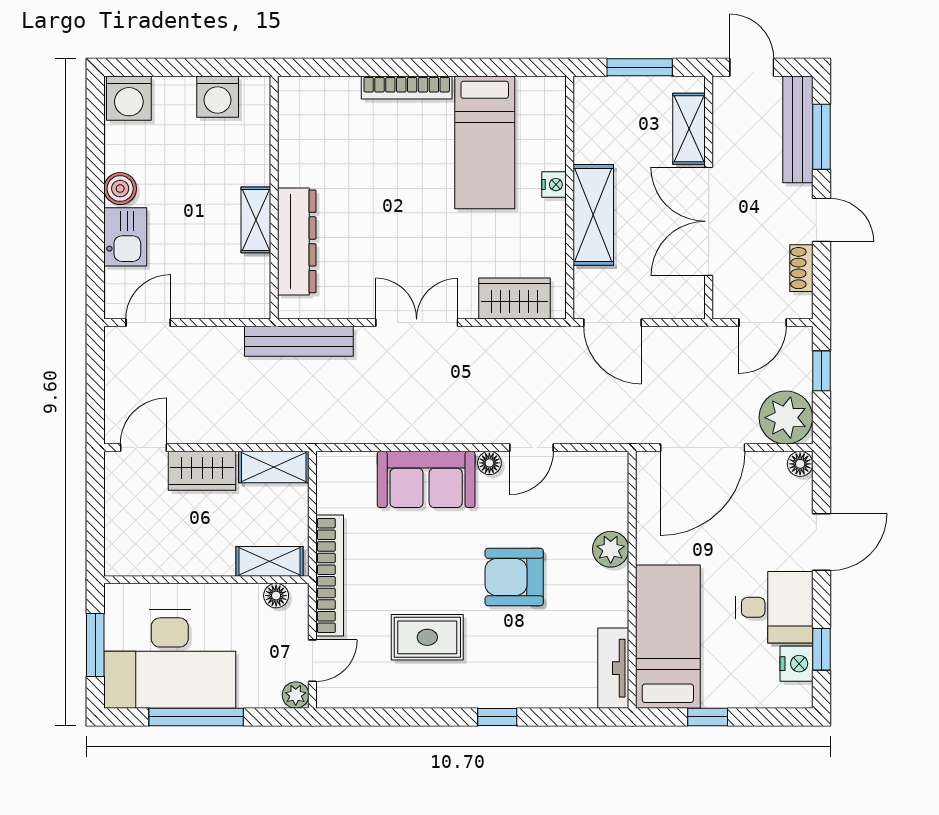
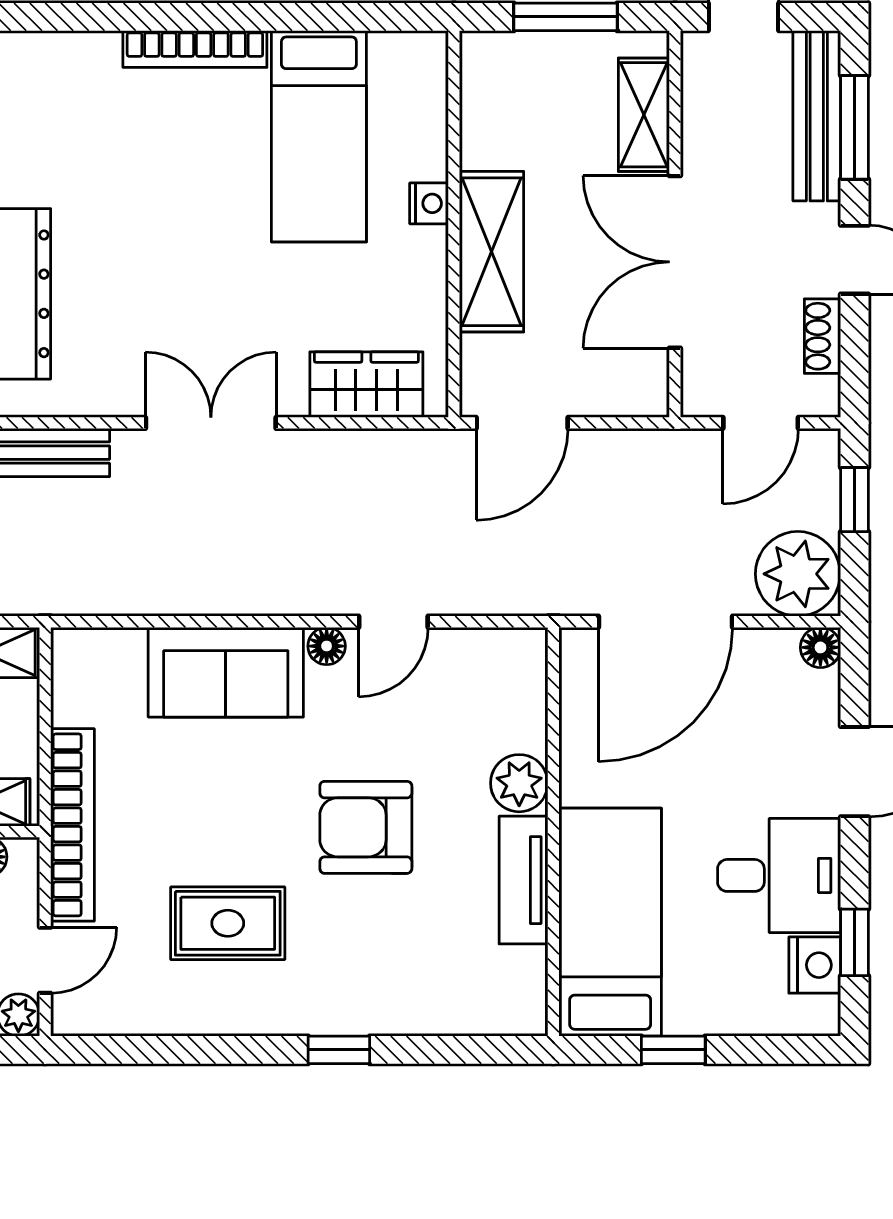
door: (612, 323) -> (522, 423), hinge flipped
tv unit: (613, 668) -> (523, 880), moved

